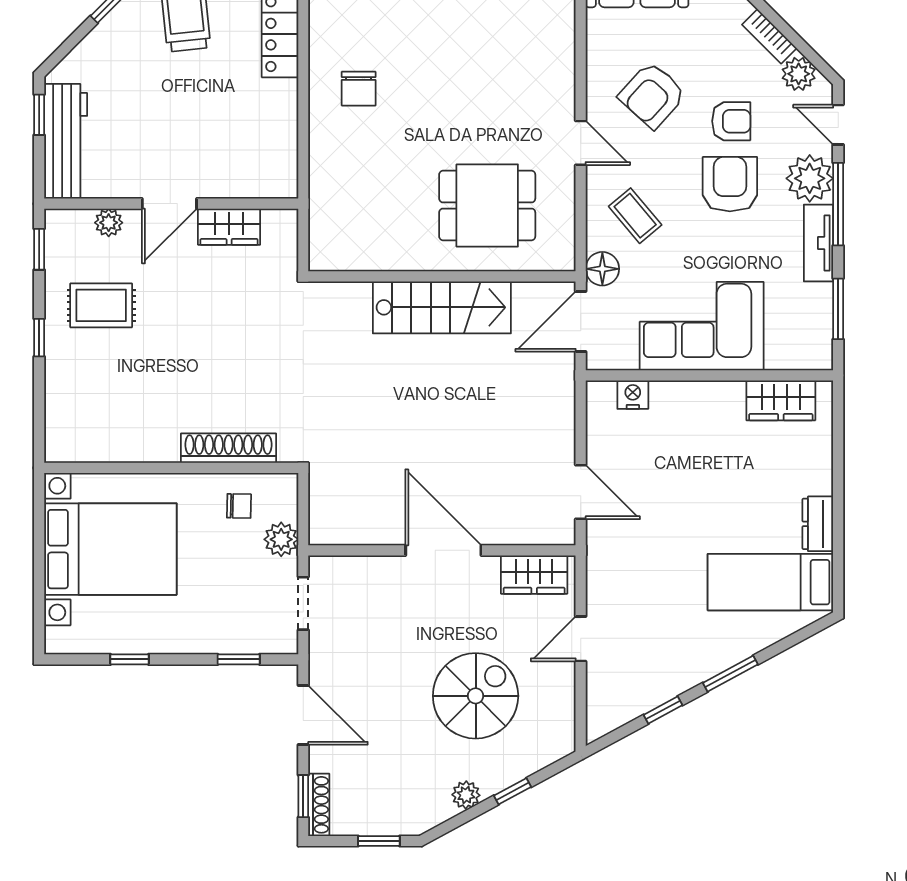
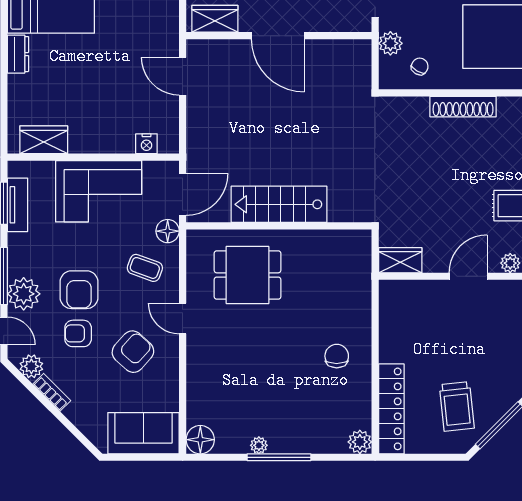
coffee table: (635, 216) -> (145, 268), turned -30
wardrobe: (229, 227) -> (400, 260), moved
tv unit: (819, 243) -> (18, 205), moved
shoe rack: (229, 448) -> (463, 107), moved
chair: (239, 506) -> (420, 66), turned 119

